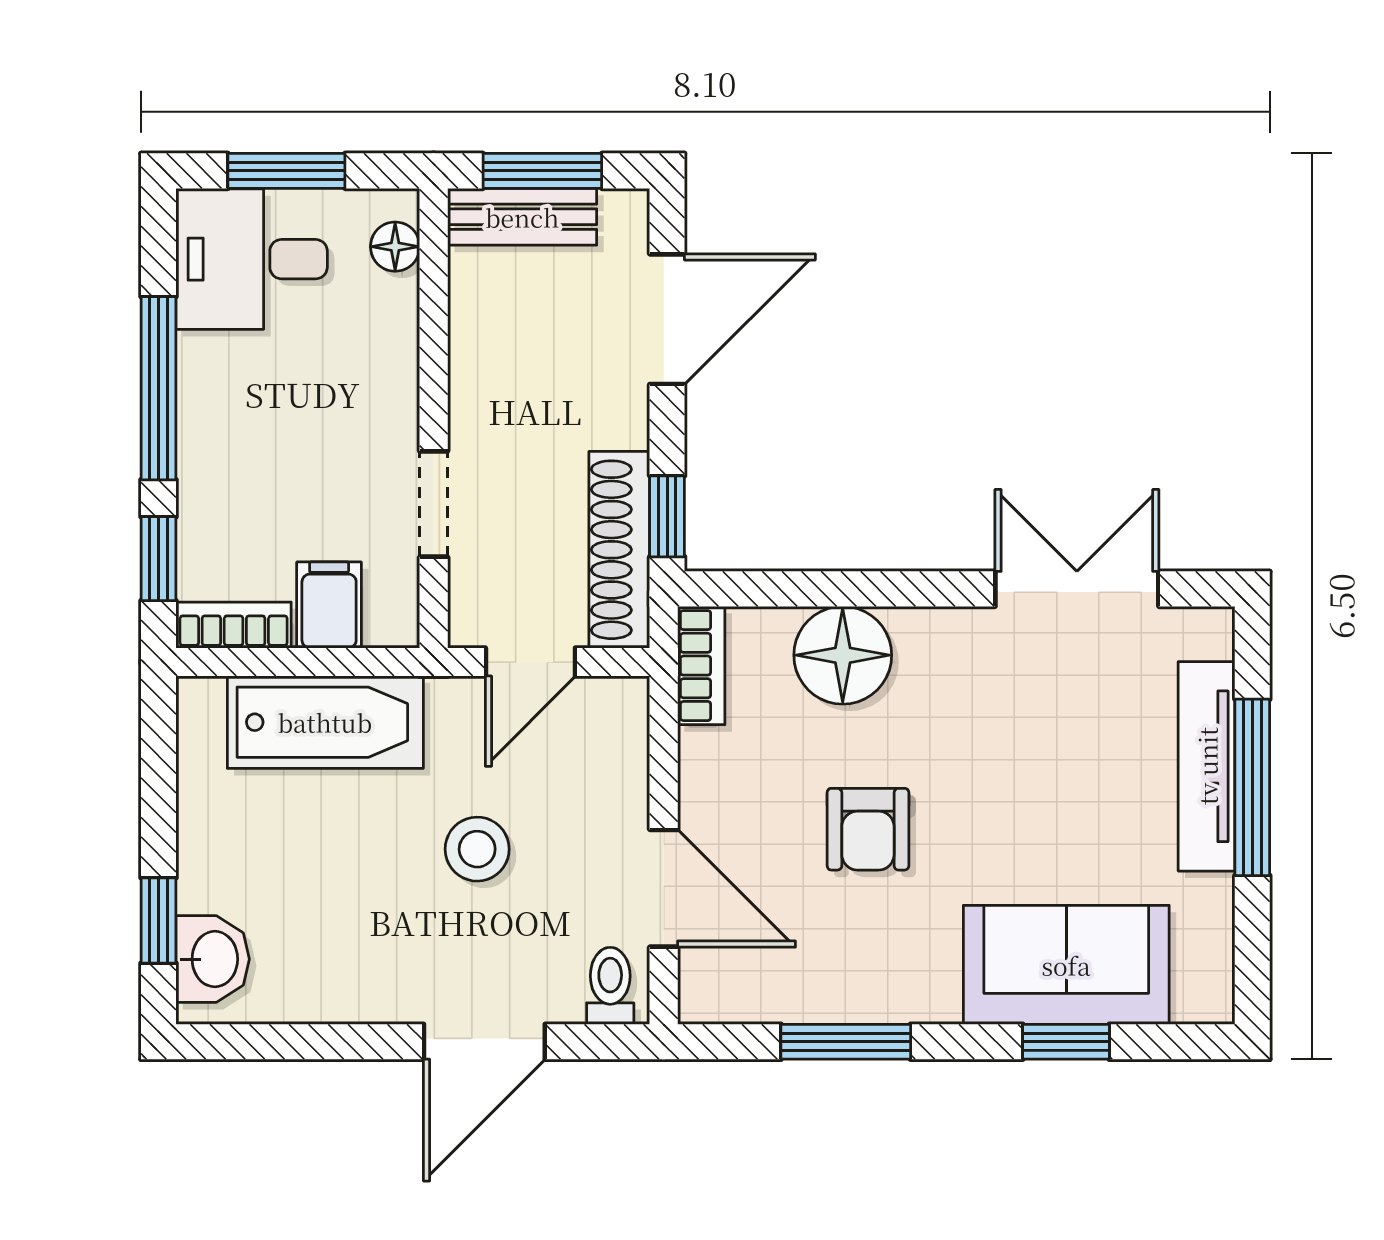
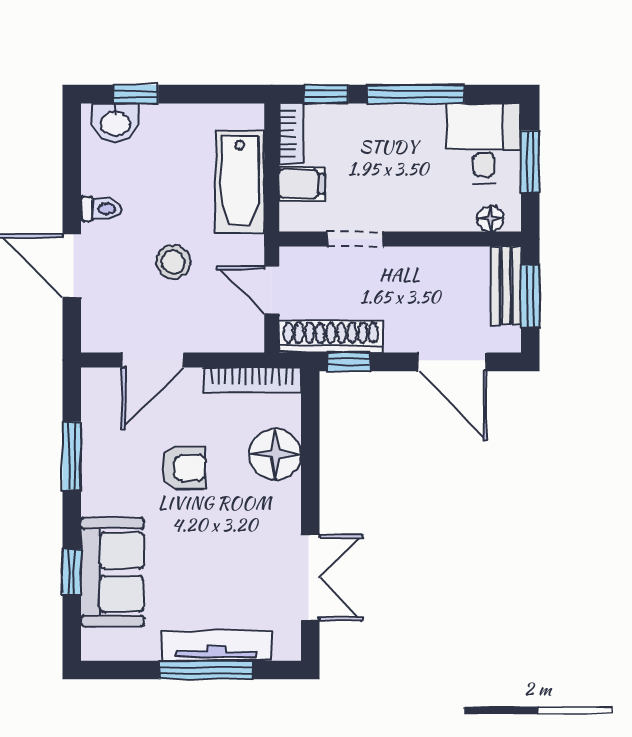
bookcase: (701, 666) -> (252, 380), width x1.56
armchair: (868, 829) -> (184, 468), turned 180
toilet: (610, 986) -> (101, 209), moved

